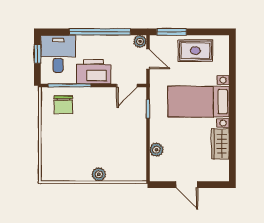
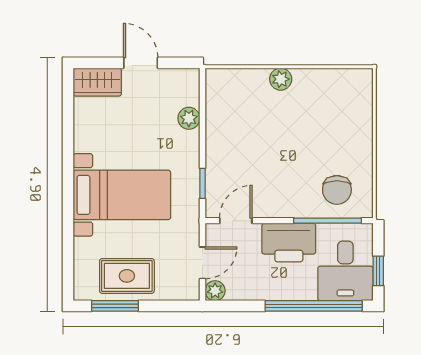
window: (100, 32) -> (314, 306), moved
window: (172, 32) -> (115, 306), moved
door: (148, 59) -> (202, 263), swing flipped
chair: (63, 105) -> (337, 190), turned 180
wardrobe: (220, 144) -> (97, 82), moved, turned 90

